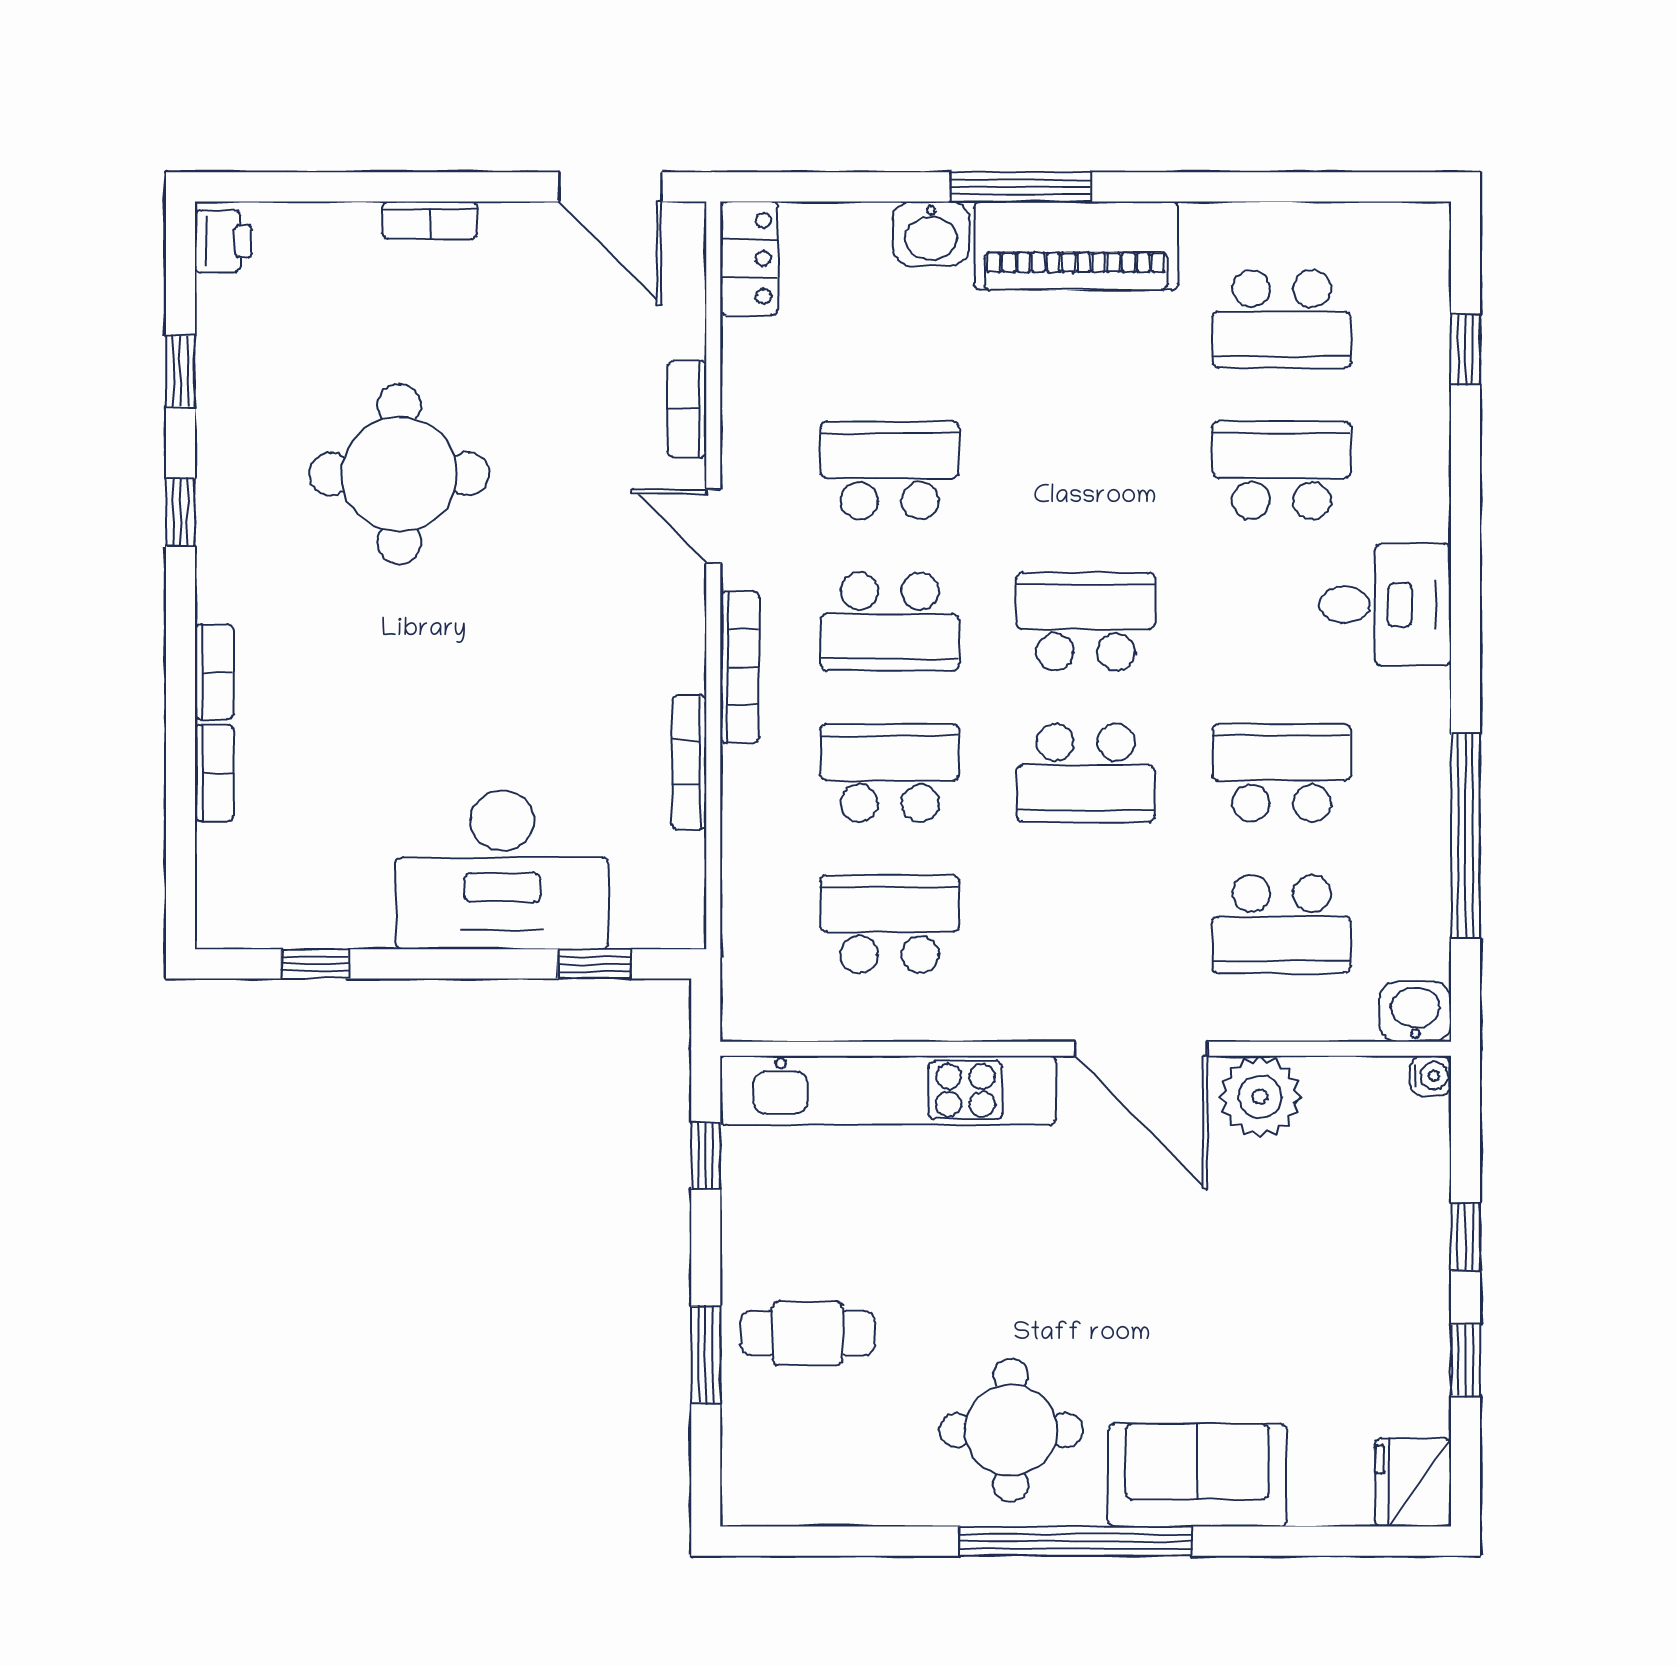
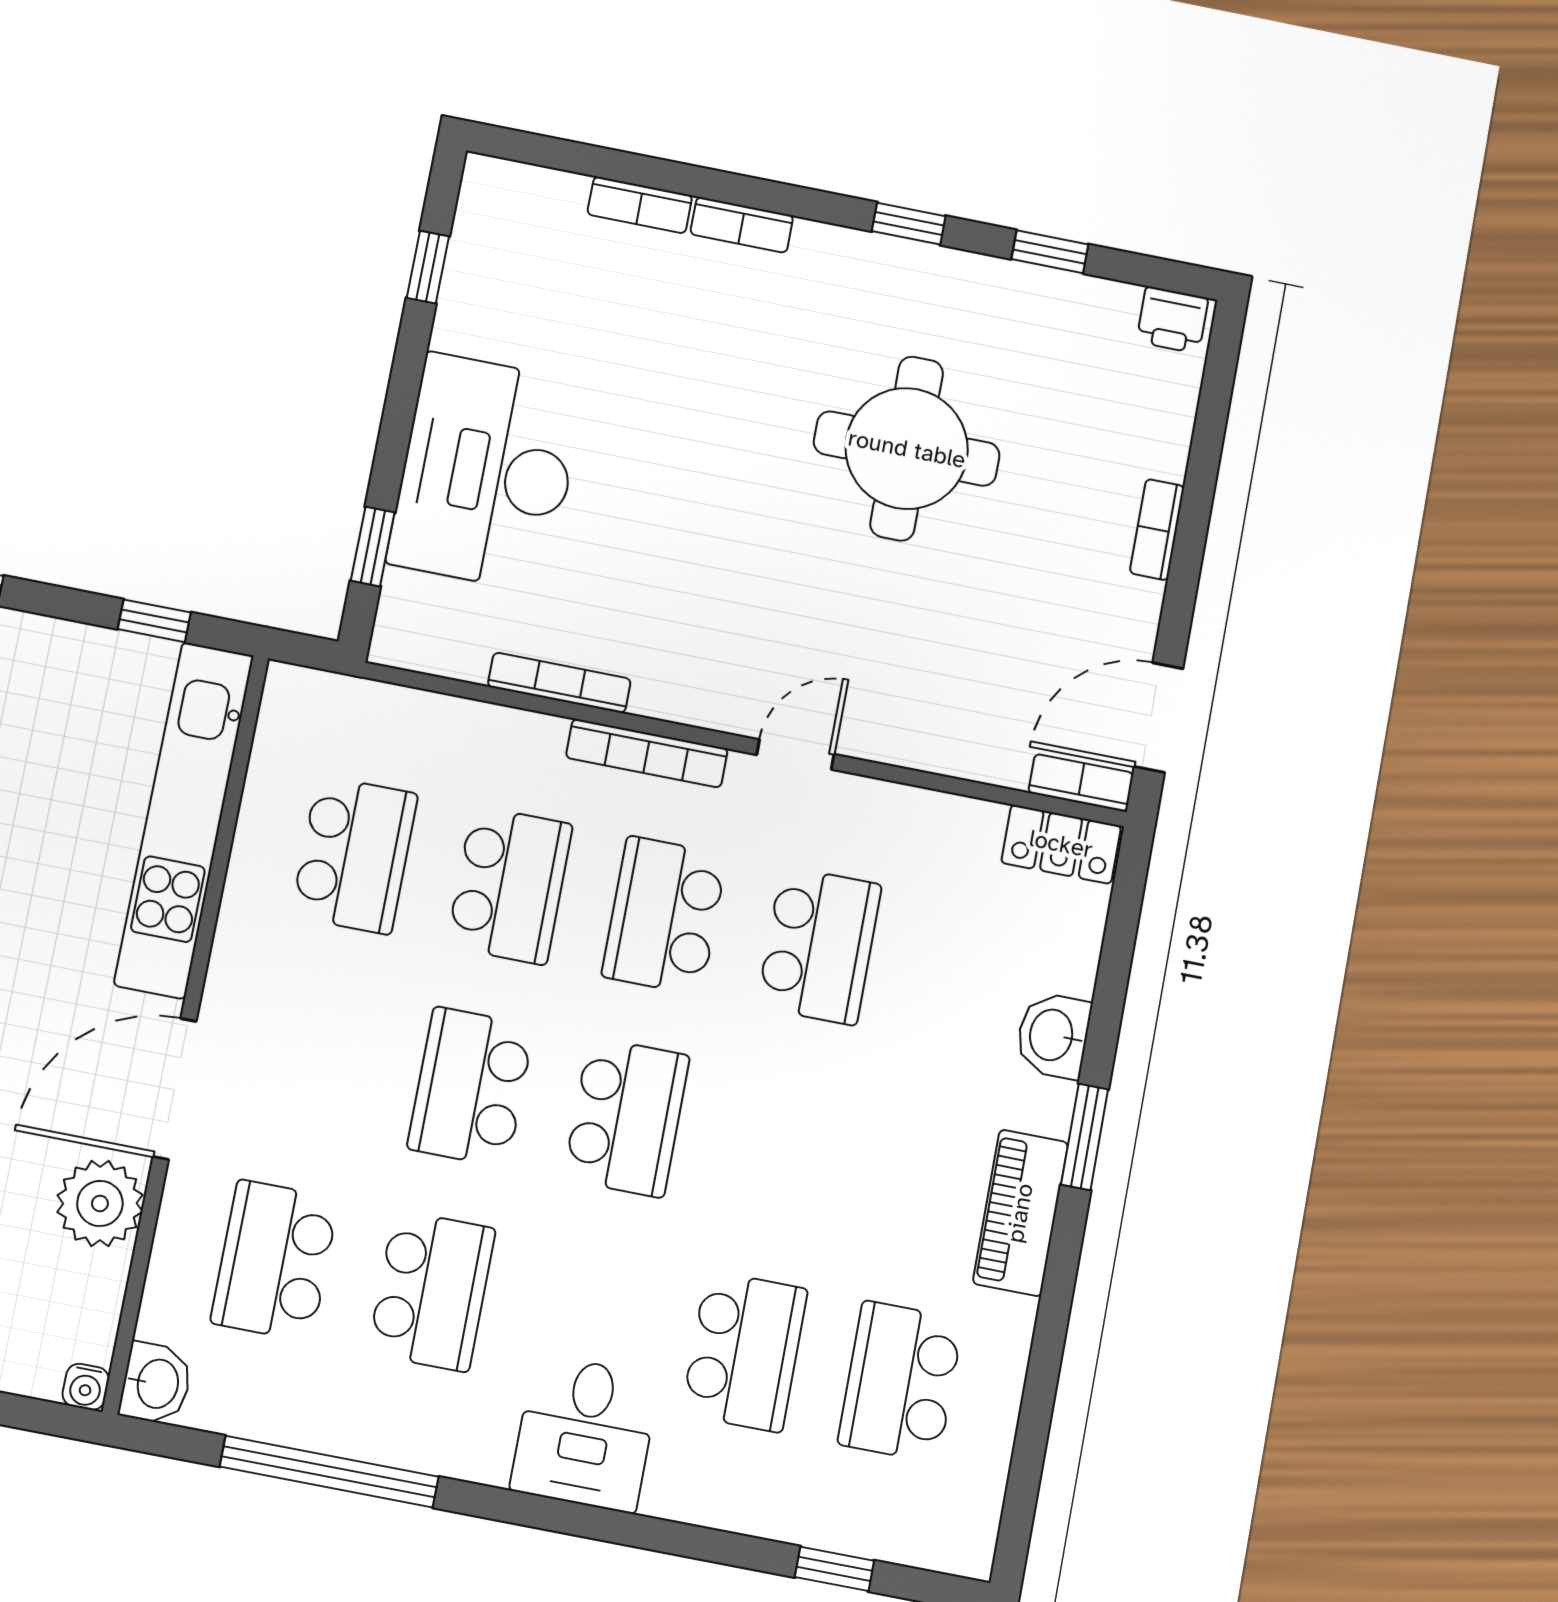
window: (1021, 187) -> (1085, 1137), width x0.69
piano: (1076, 246) -> (1020, 1213), width x0.73, depth x0.75
bookcase: (687, 409) -> (1081, 783), moved

